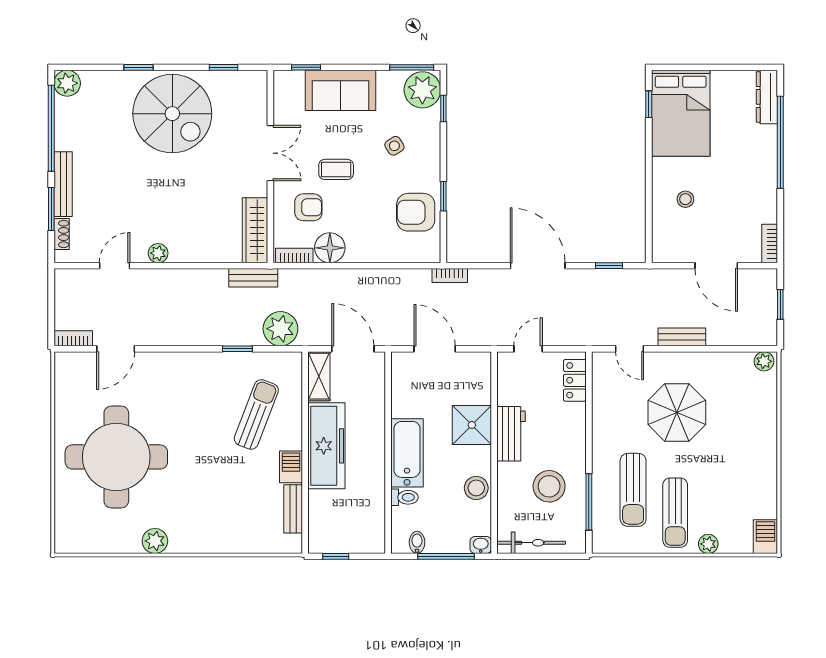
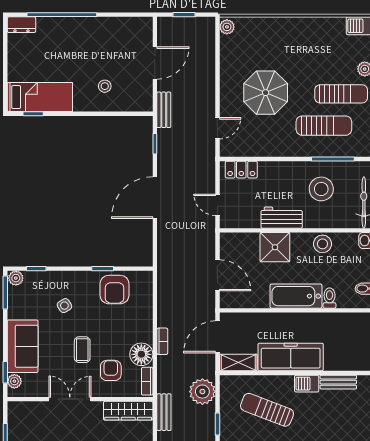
plant: (294, 79) -> (14, 381), added
plant: (422, 90) -> (16, 278), width x0.53, depth x0.53
dresser: (767, 97) -> (21, 25), width x0.70
bed: (681, 113) -> (40, 97), width x0.67
bookcase: (770, 244) -> (138, 23), removed
bookcase: (450, 276) -> (162, 341), moved
bench: (682, 337) -> (164, 110), moved
door: (435, 349) -> (217, 275), swing flipped

